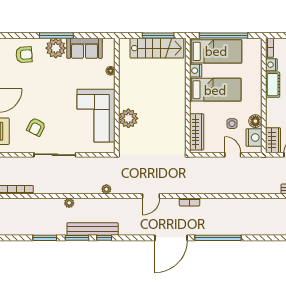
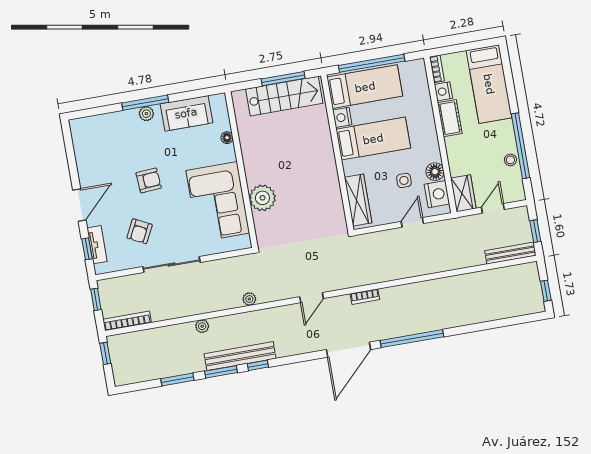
plant: (56, 48) -> (146, 114), width x0.53, depth x0.53
armchair: (24, 55) -> (149, 180), moved
door: (233, 155) -> (412, 222), hinge flipped

